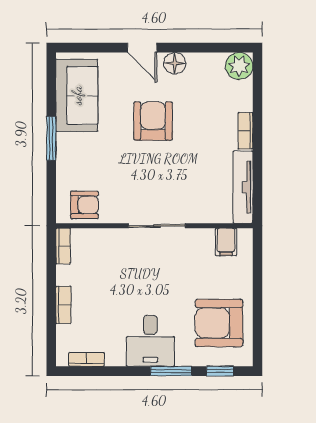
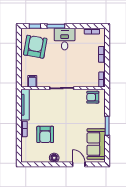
door: (142, 48) -> (79, 164), moved
plant: (239, 66) -> (27, 157), removed
armchair: (153, 121) -> (45, 134), moved
armchair: (219, 323) -> (35, 47), turned -80

